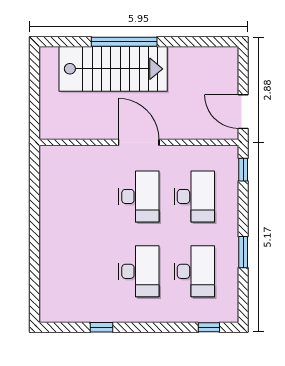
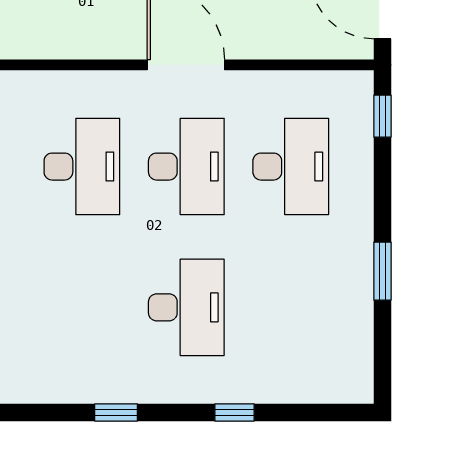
desk: (194, 271) -> (82, 167), moved
window: (209, 327) -> (235, 412), moved

